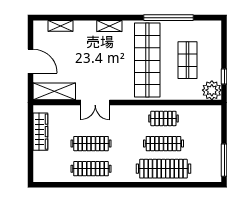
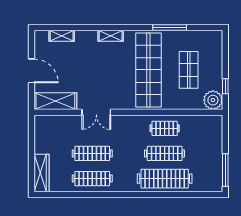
window: (169, 18) -> (170, 27), width x0.68
wardrobe: (40, 132) -> (42, 173), moved

